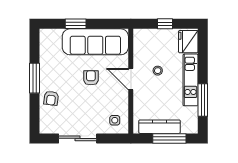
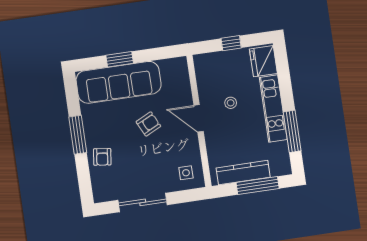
sofa: (95, 42) -> (119, 82), moved
armchair: (91, 78) -> (148, 124), turned 64

